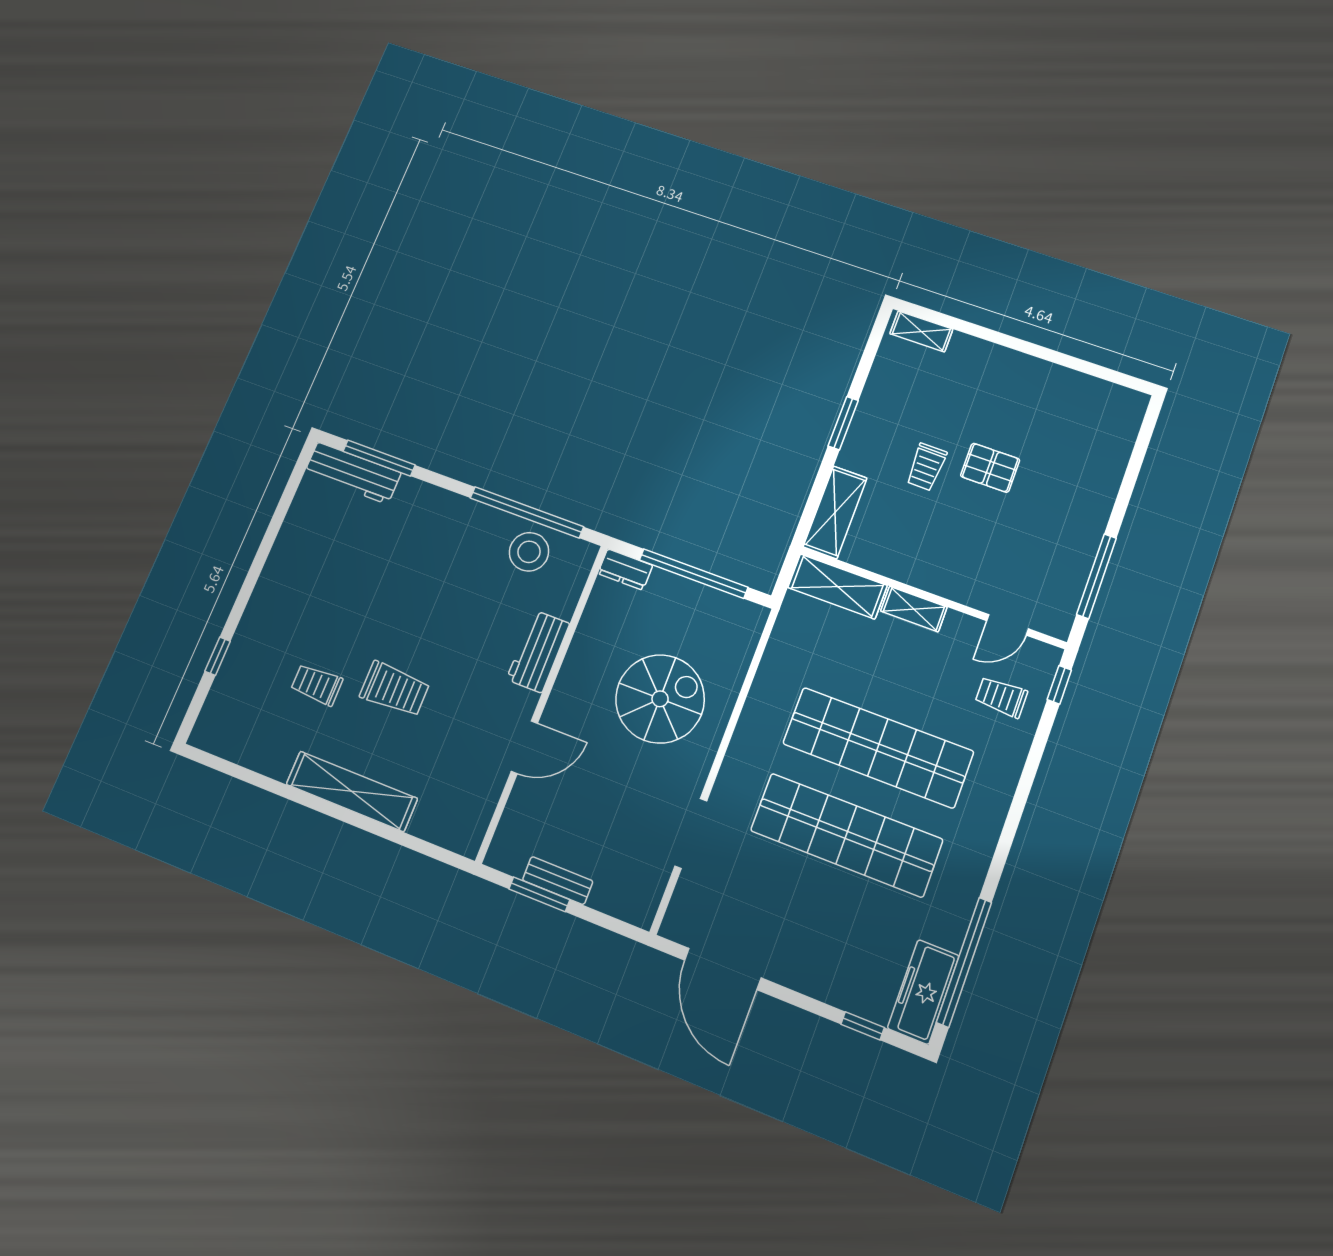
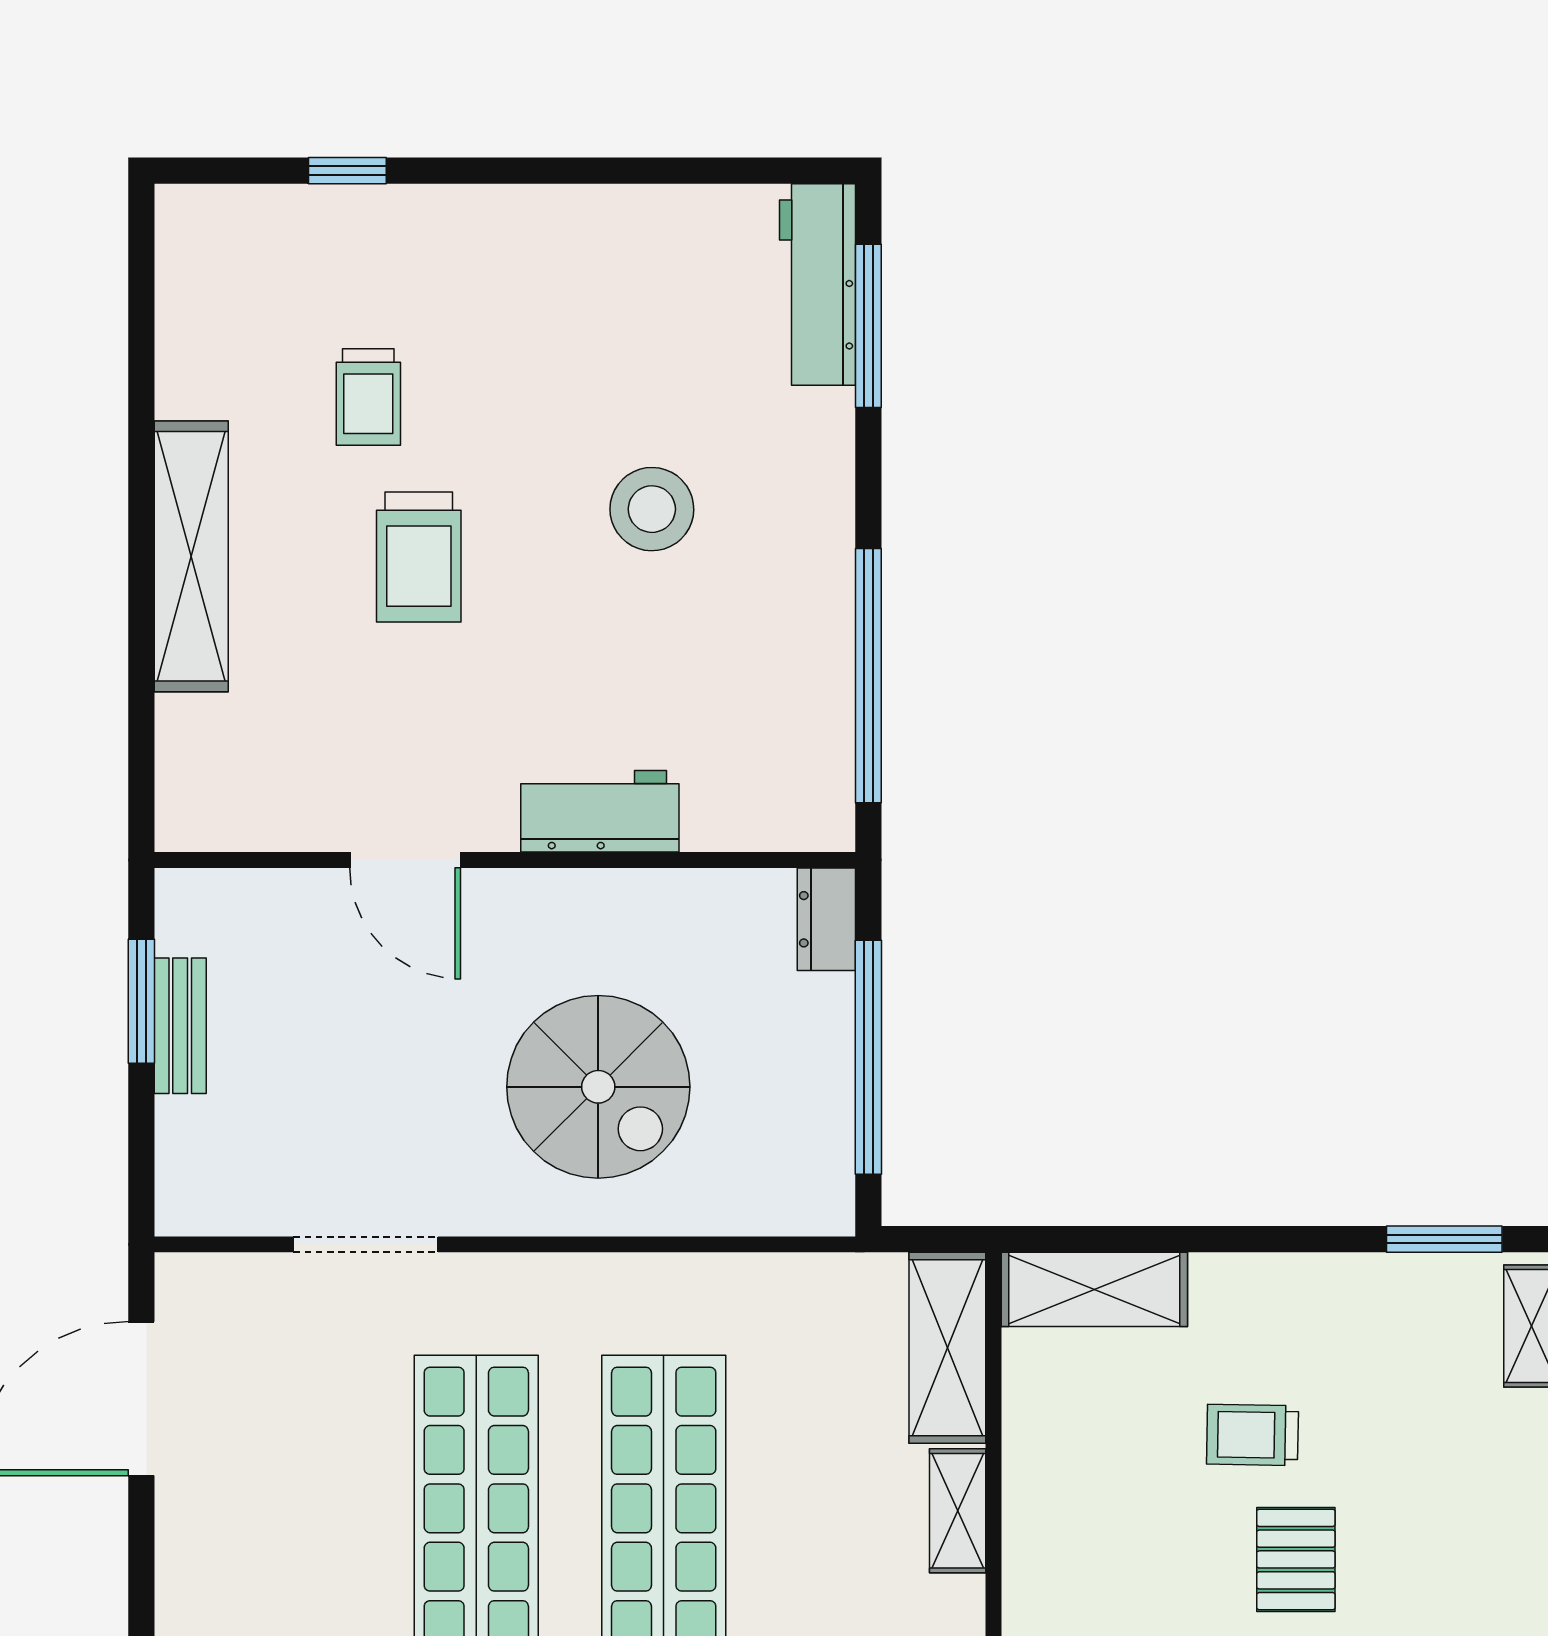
window: (843, 423) -> (1444, 1239), moved
stool: (529, 552) -> (652, 509), moved
trolley: (317, 685) -> (368, 397), turned 180

